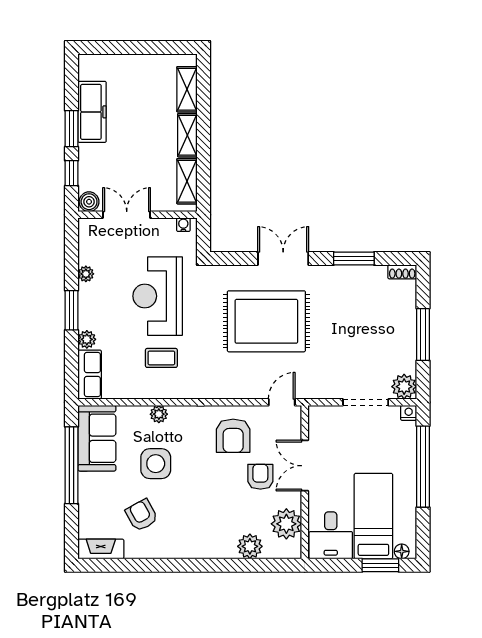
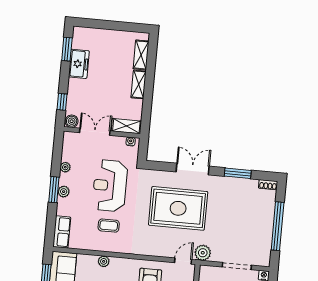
freezer: (92, 112) -> (79, 64), width x0.71
window: (71, 129) -> (67, 49), moved
shelving: (187, 181) -> (126, 126), moved, turned 90
window: (423, 335) -> (278, 226), width x1.46
plant: (87, 339) -> (64, 192), moved
plant: (404, 387) -> (203, 253), moved

